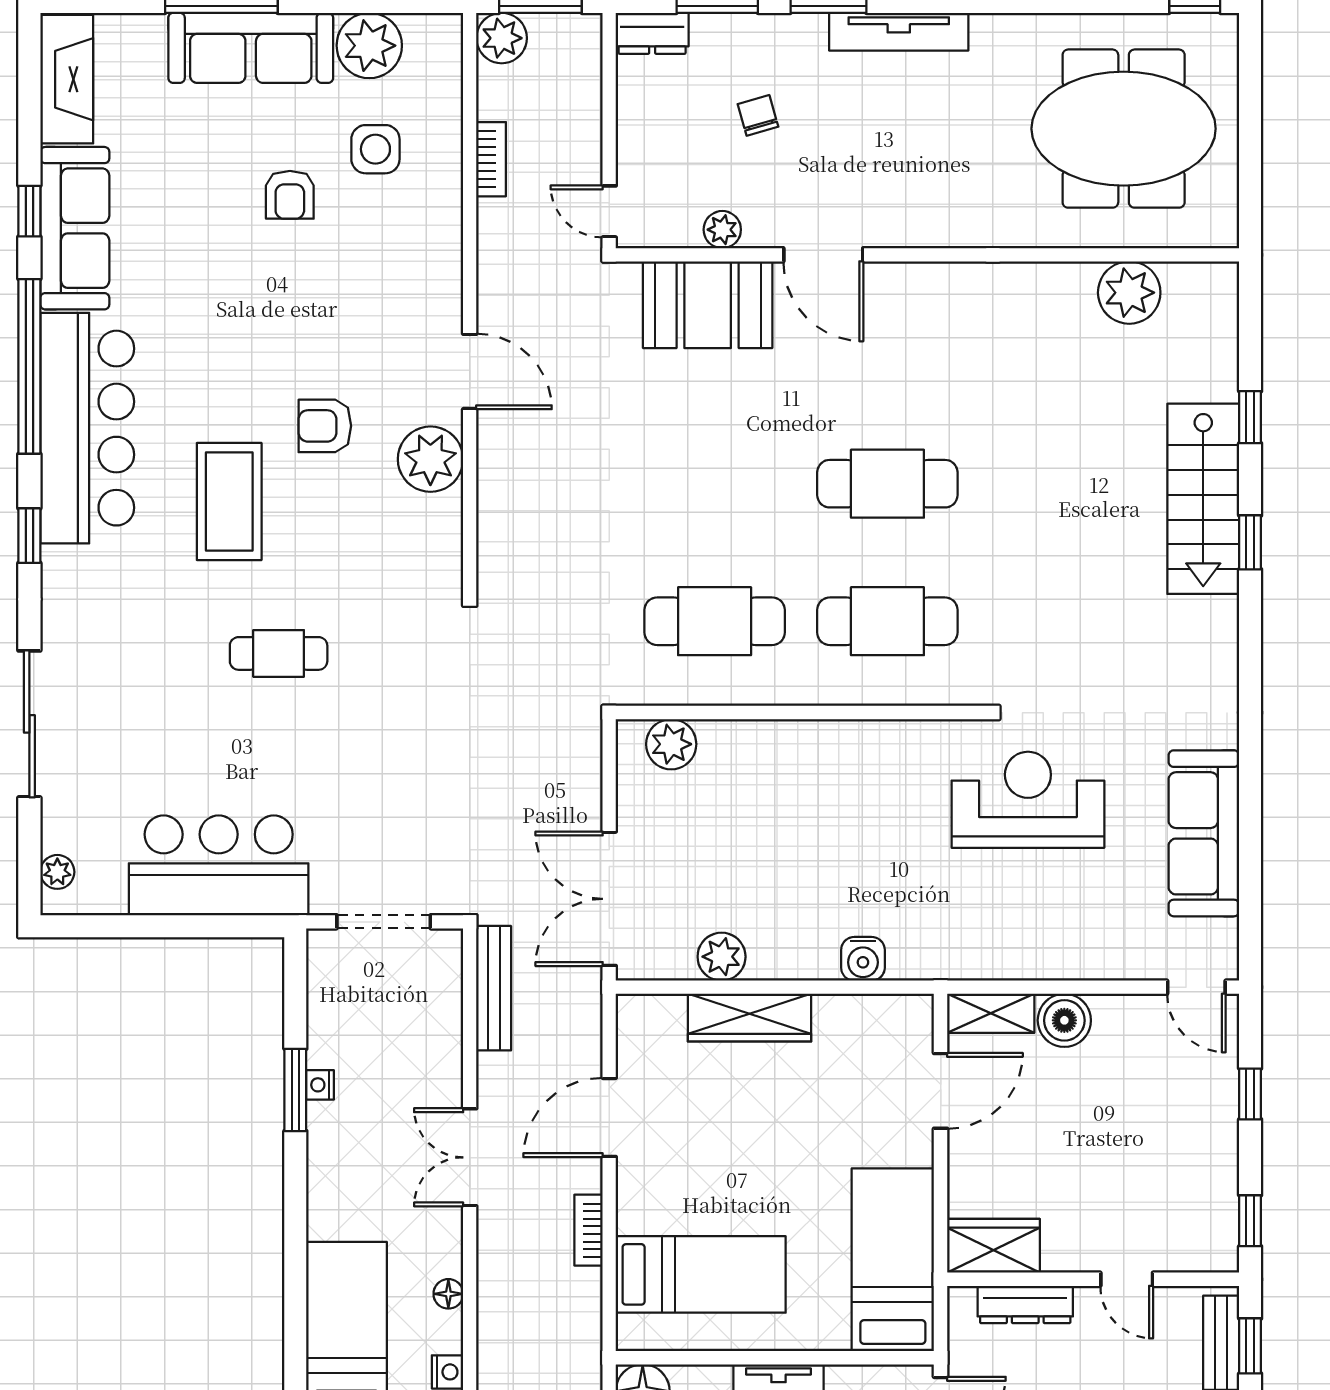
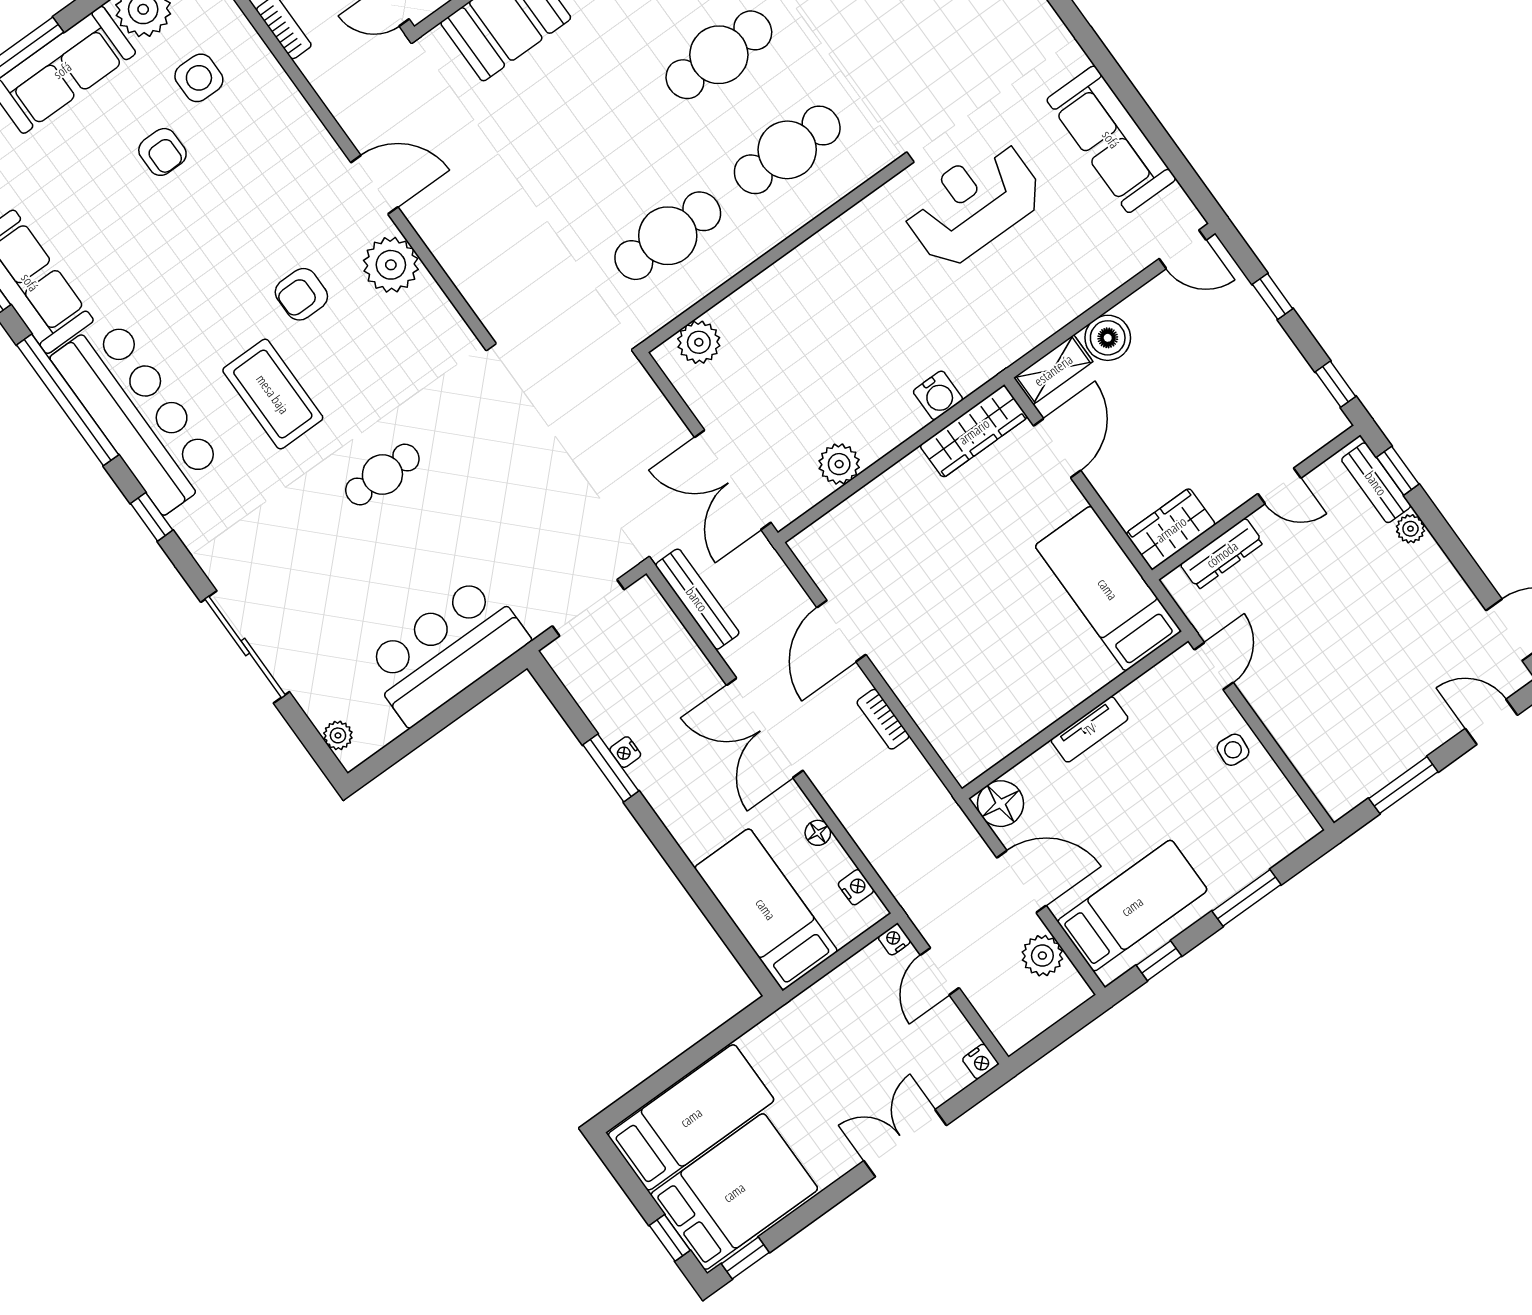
wardrobe: (750, 1018) -> (974, 431), moved
double door: (470, 1157) -> (765, 728), width x1.37
bed: (701, 1274) -> (983, 694), removed

